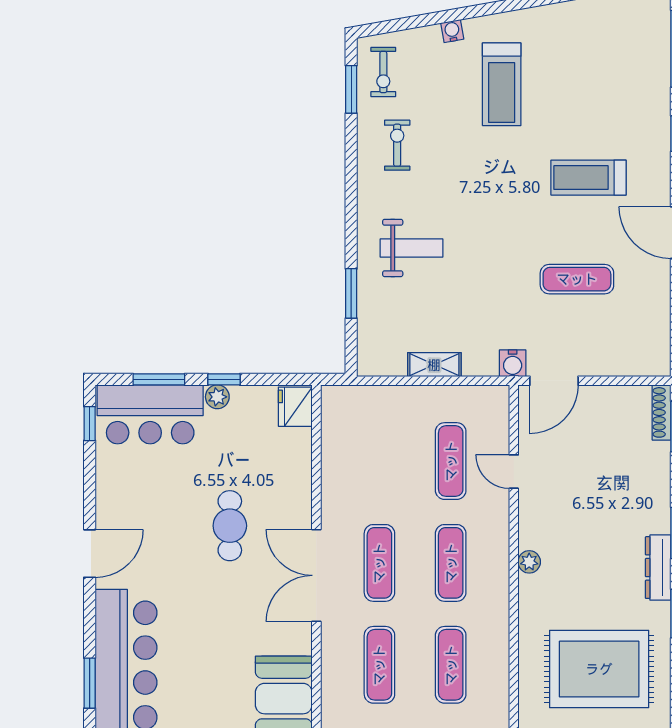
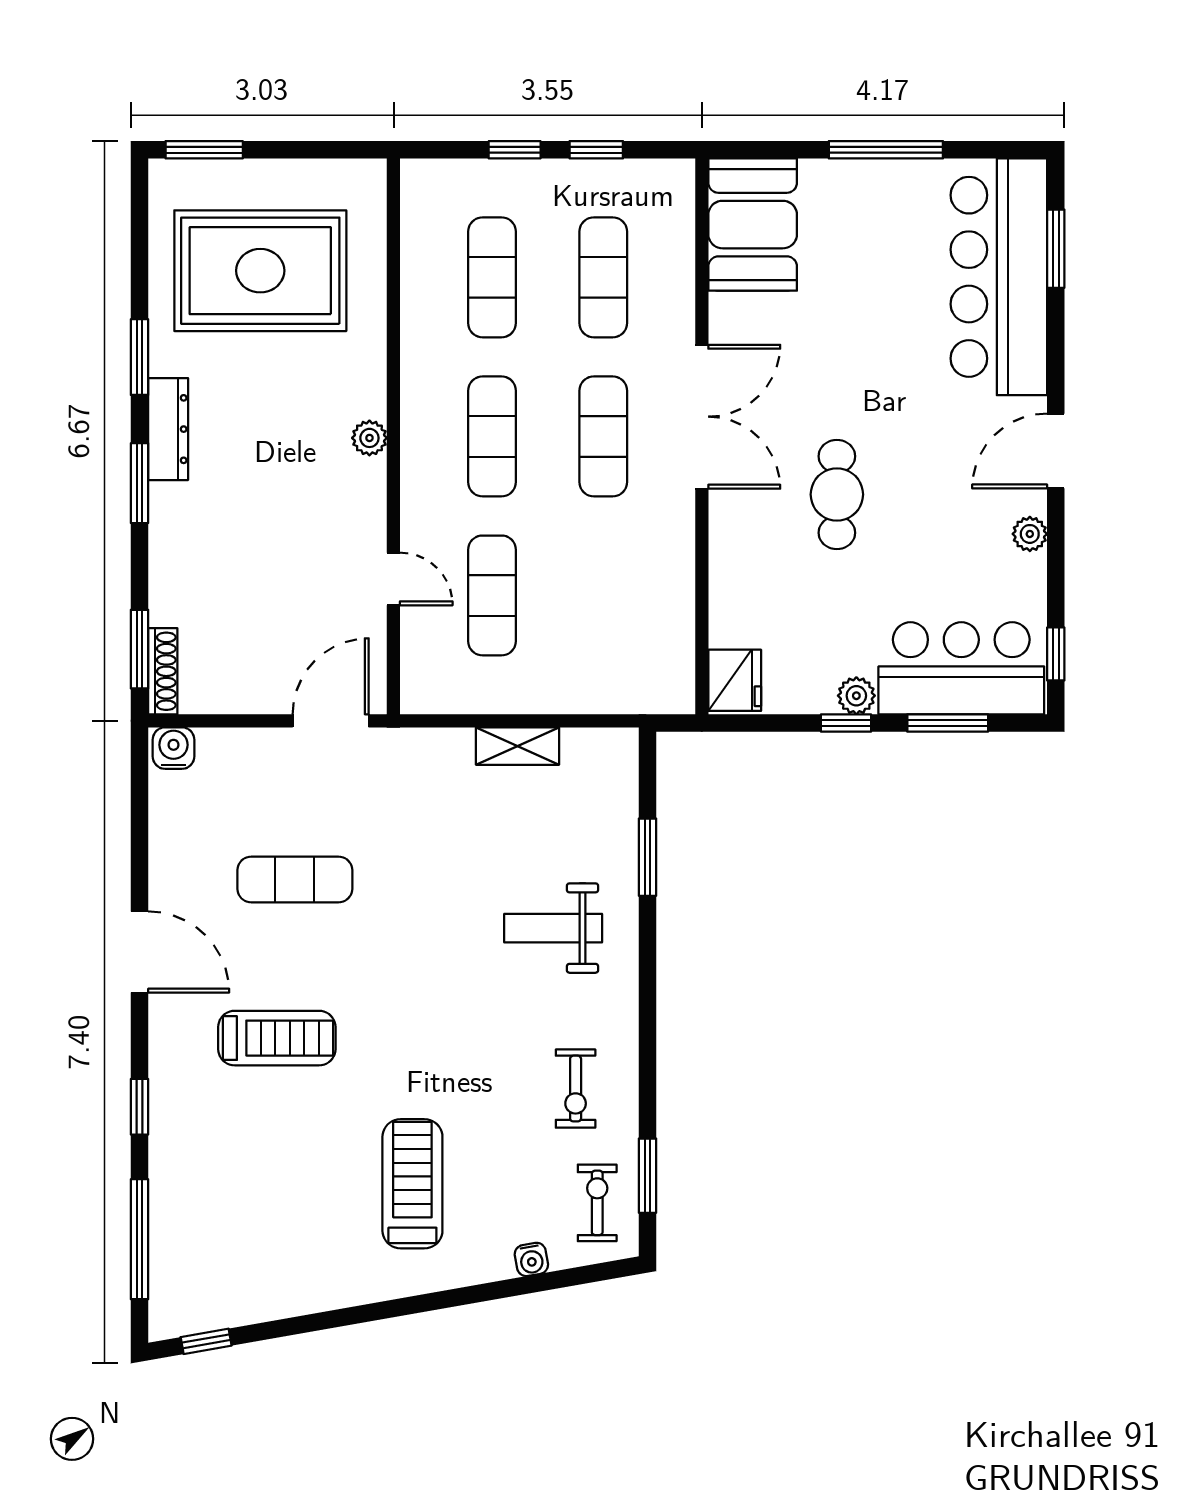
water cooler: (452, 31) -> (531, 1259), moved
water cooler: (513, 363) -> (173, 748), moved
plant: (106, 500) -> (1030, 534), added

